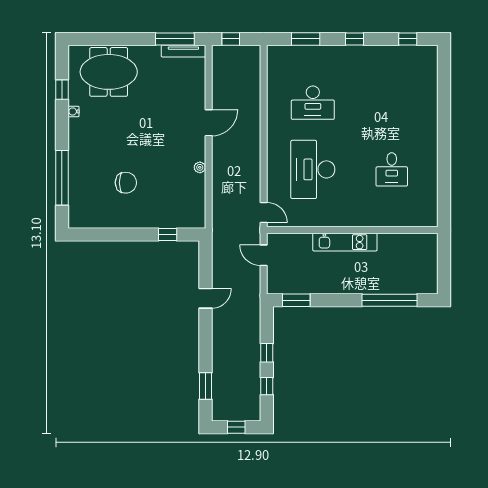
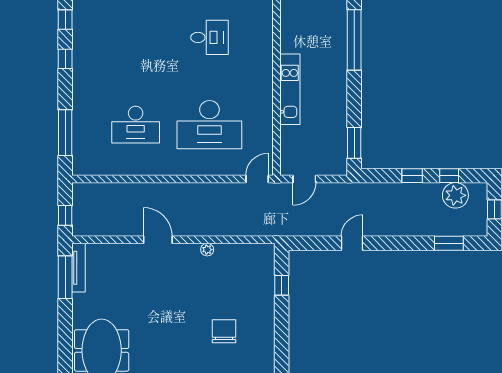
window: (306, 39) -> (65, 133), width x1.44
window: (355, 39) -> (65, 59), moved
desk: (313, 103) -> (136, 125), turned 90
door: (206, 298) -> (352, 243), hinge flipped
plant: (249, 392) -> (455, 195), added

